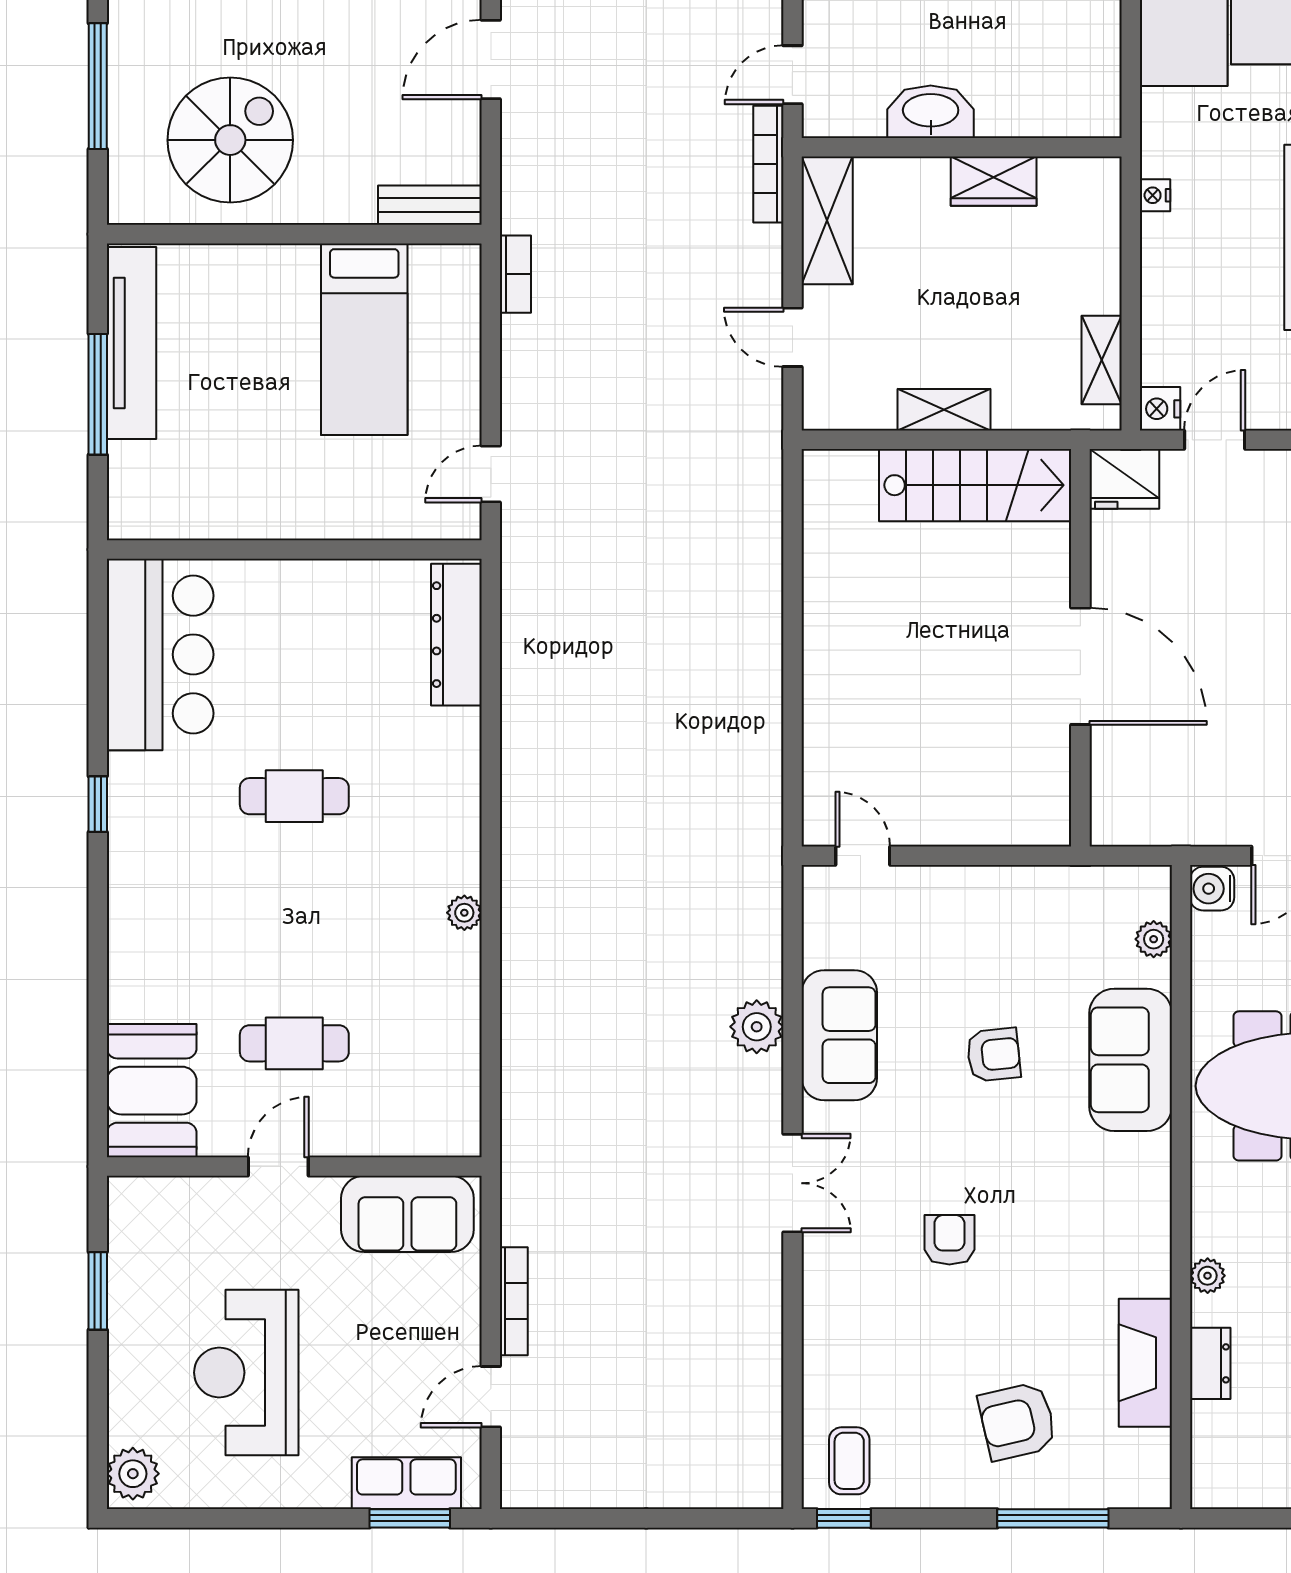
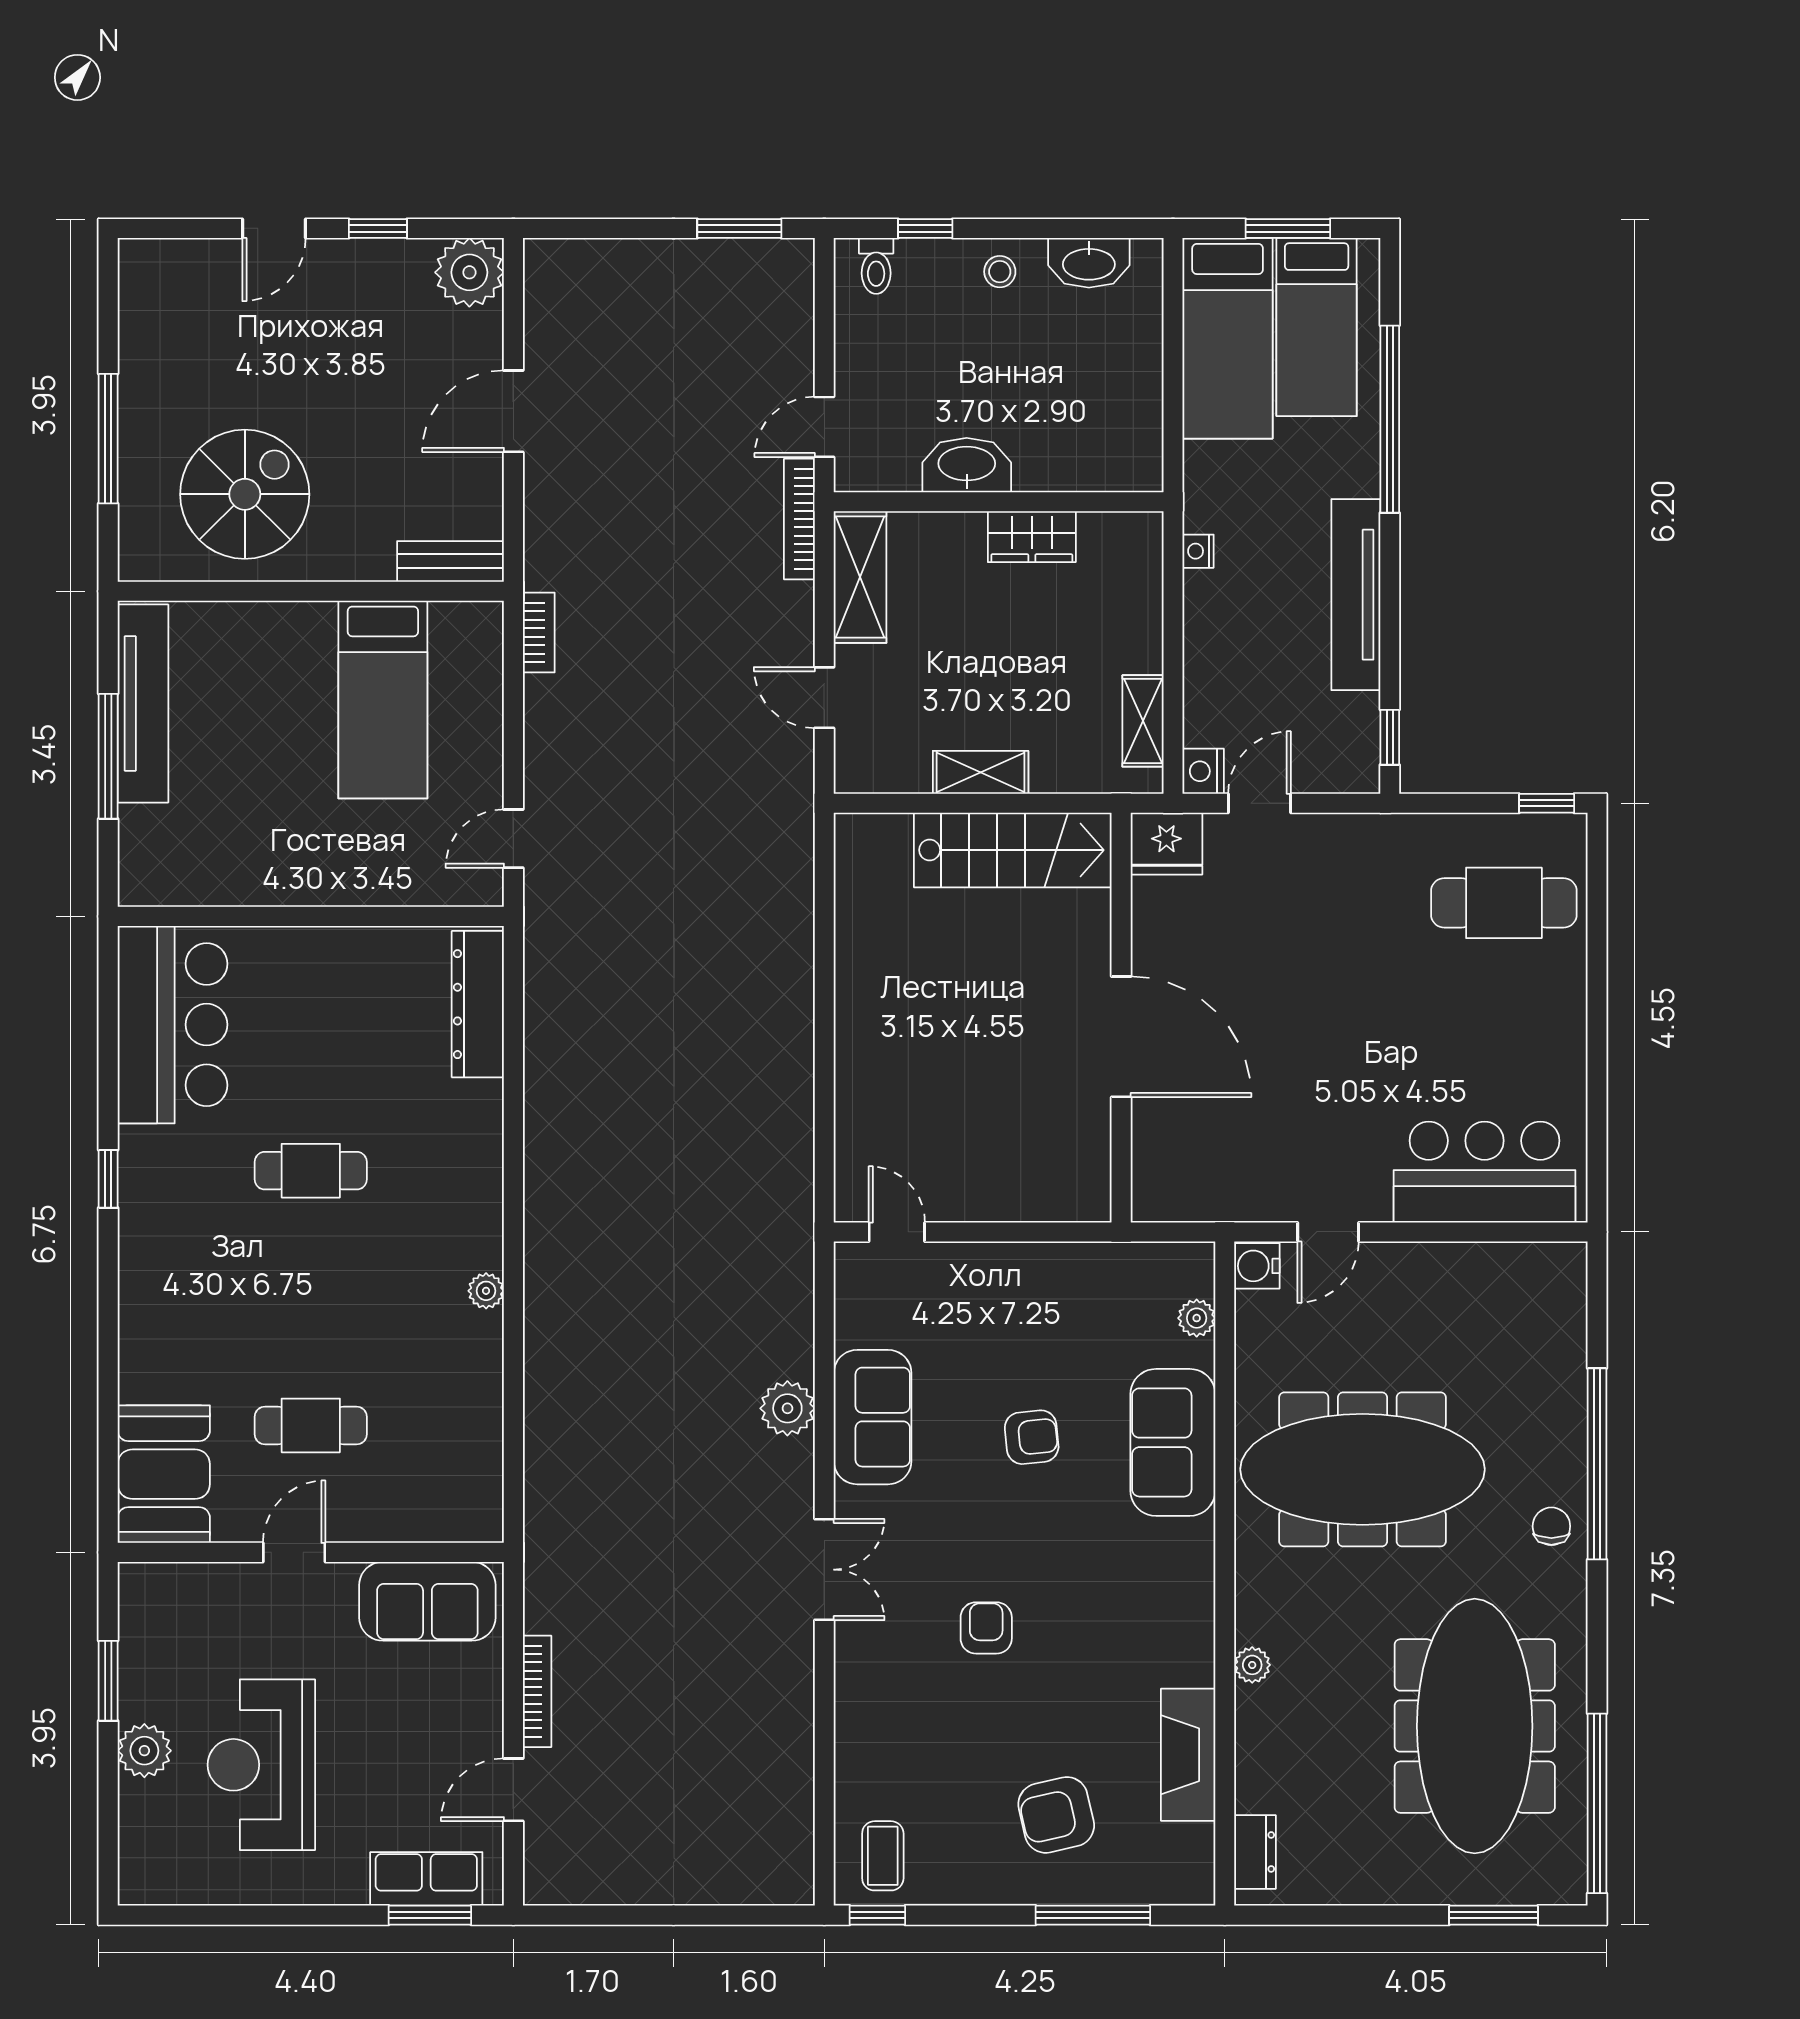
dresser: (1210, 1363) -> (1255, 1852), moved
plant: (133, 1474) -> (144, 1751), moved

